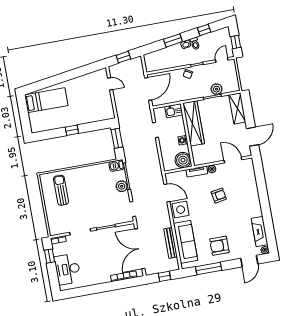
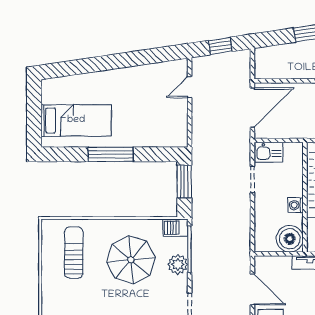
door: (110, 84) -> (190, 87), swing flipped
bed: (46, 100) -> (76, 120), moved
kitchen sink: (174, 111) -> (269, 152), moved
window: (72, 130) -> (110, 154), width x2.17
parasol: (94, 188) -> (131, 260), added

